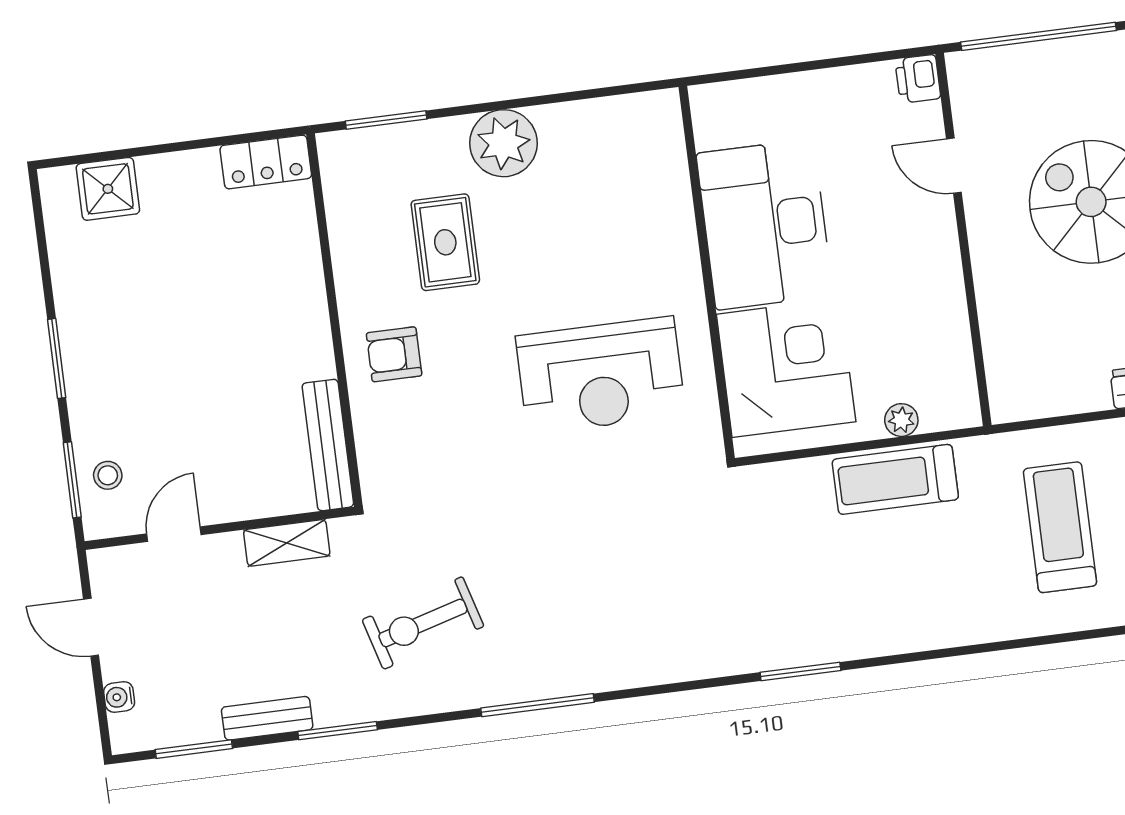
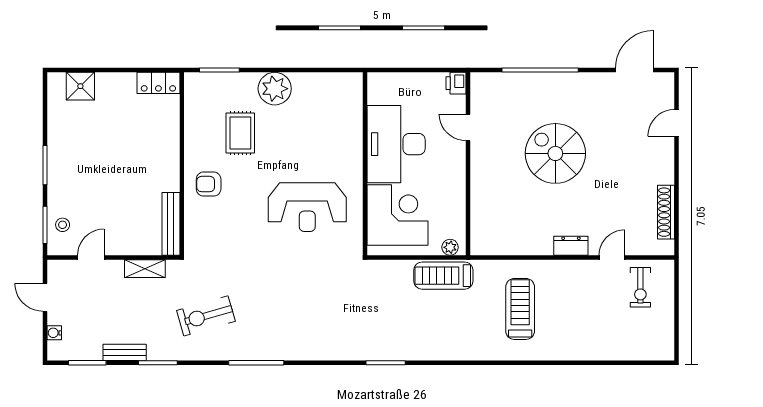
printer: (918, 79) -> (456, 83), moved
door: (954, 166) -> (468, 127), moved
wall: (963, 240) -> (468, 164), moved

